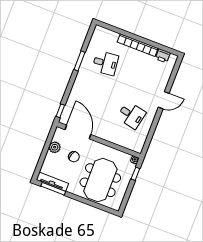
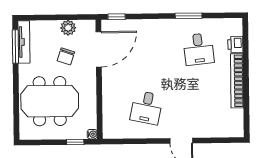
printer: (163, 56) -> (235, 44), moved

